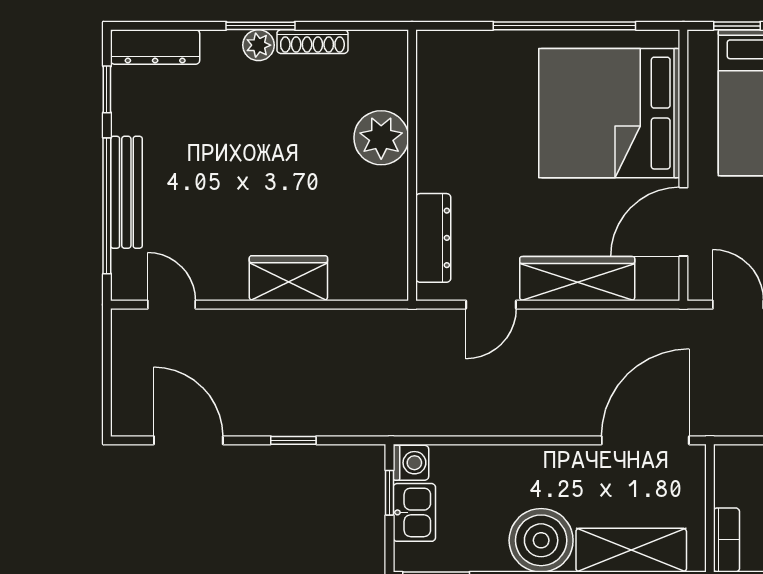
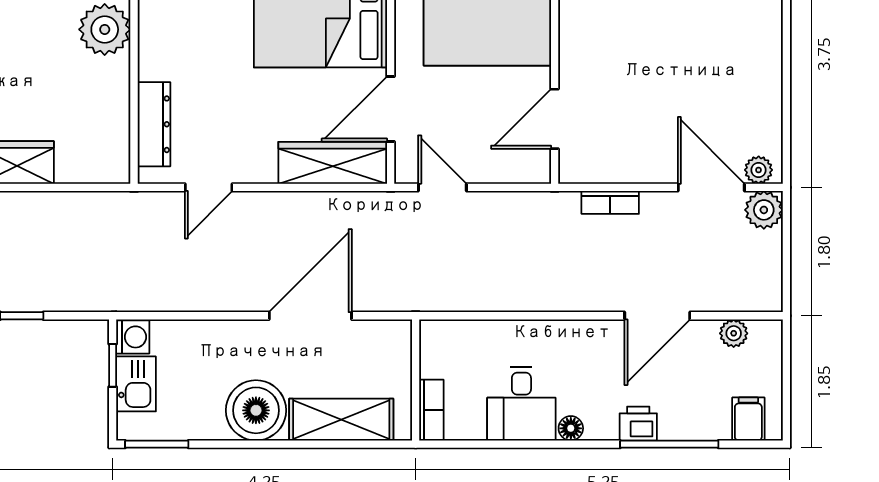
wardrobe: (577, 279) -> (333, 163), moved
door: (645, 440) -> (310, 316), moved

